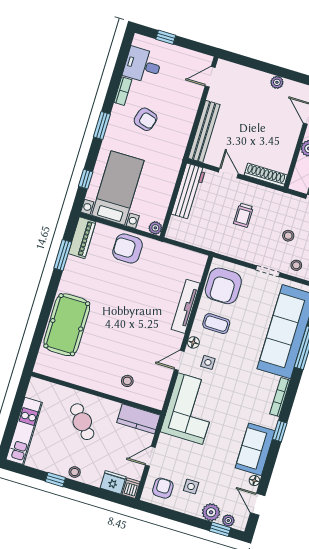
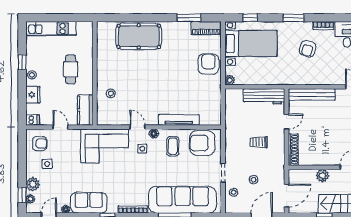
cafe table: (82, 422) -> (71, 69), turned -50
fridge: (113, 482) -> (33, 95), moved

